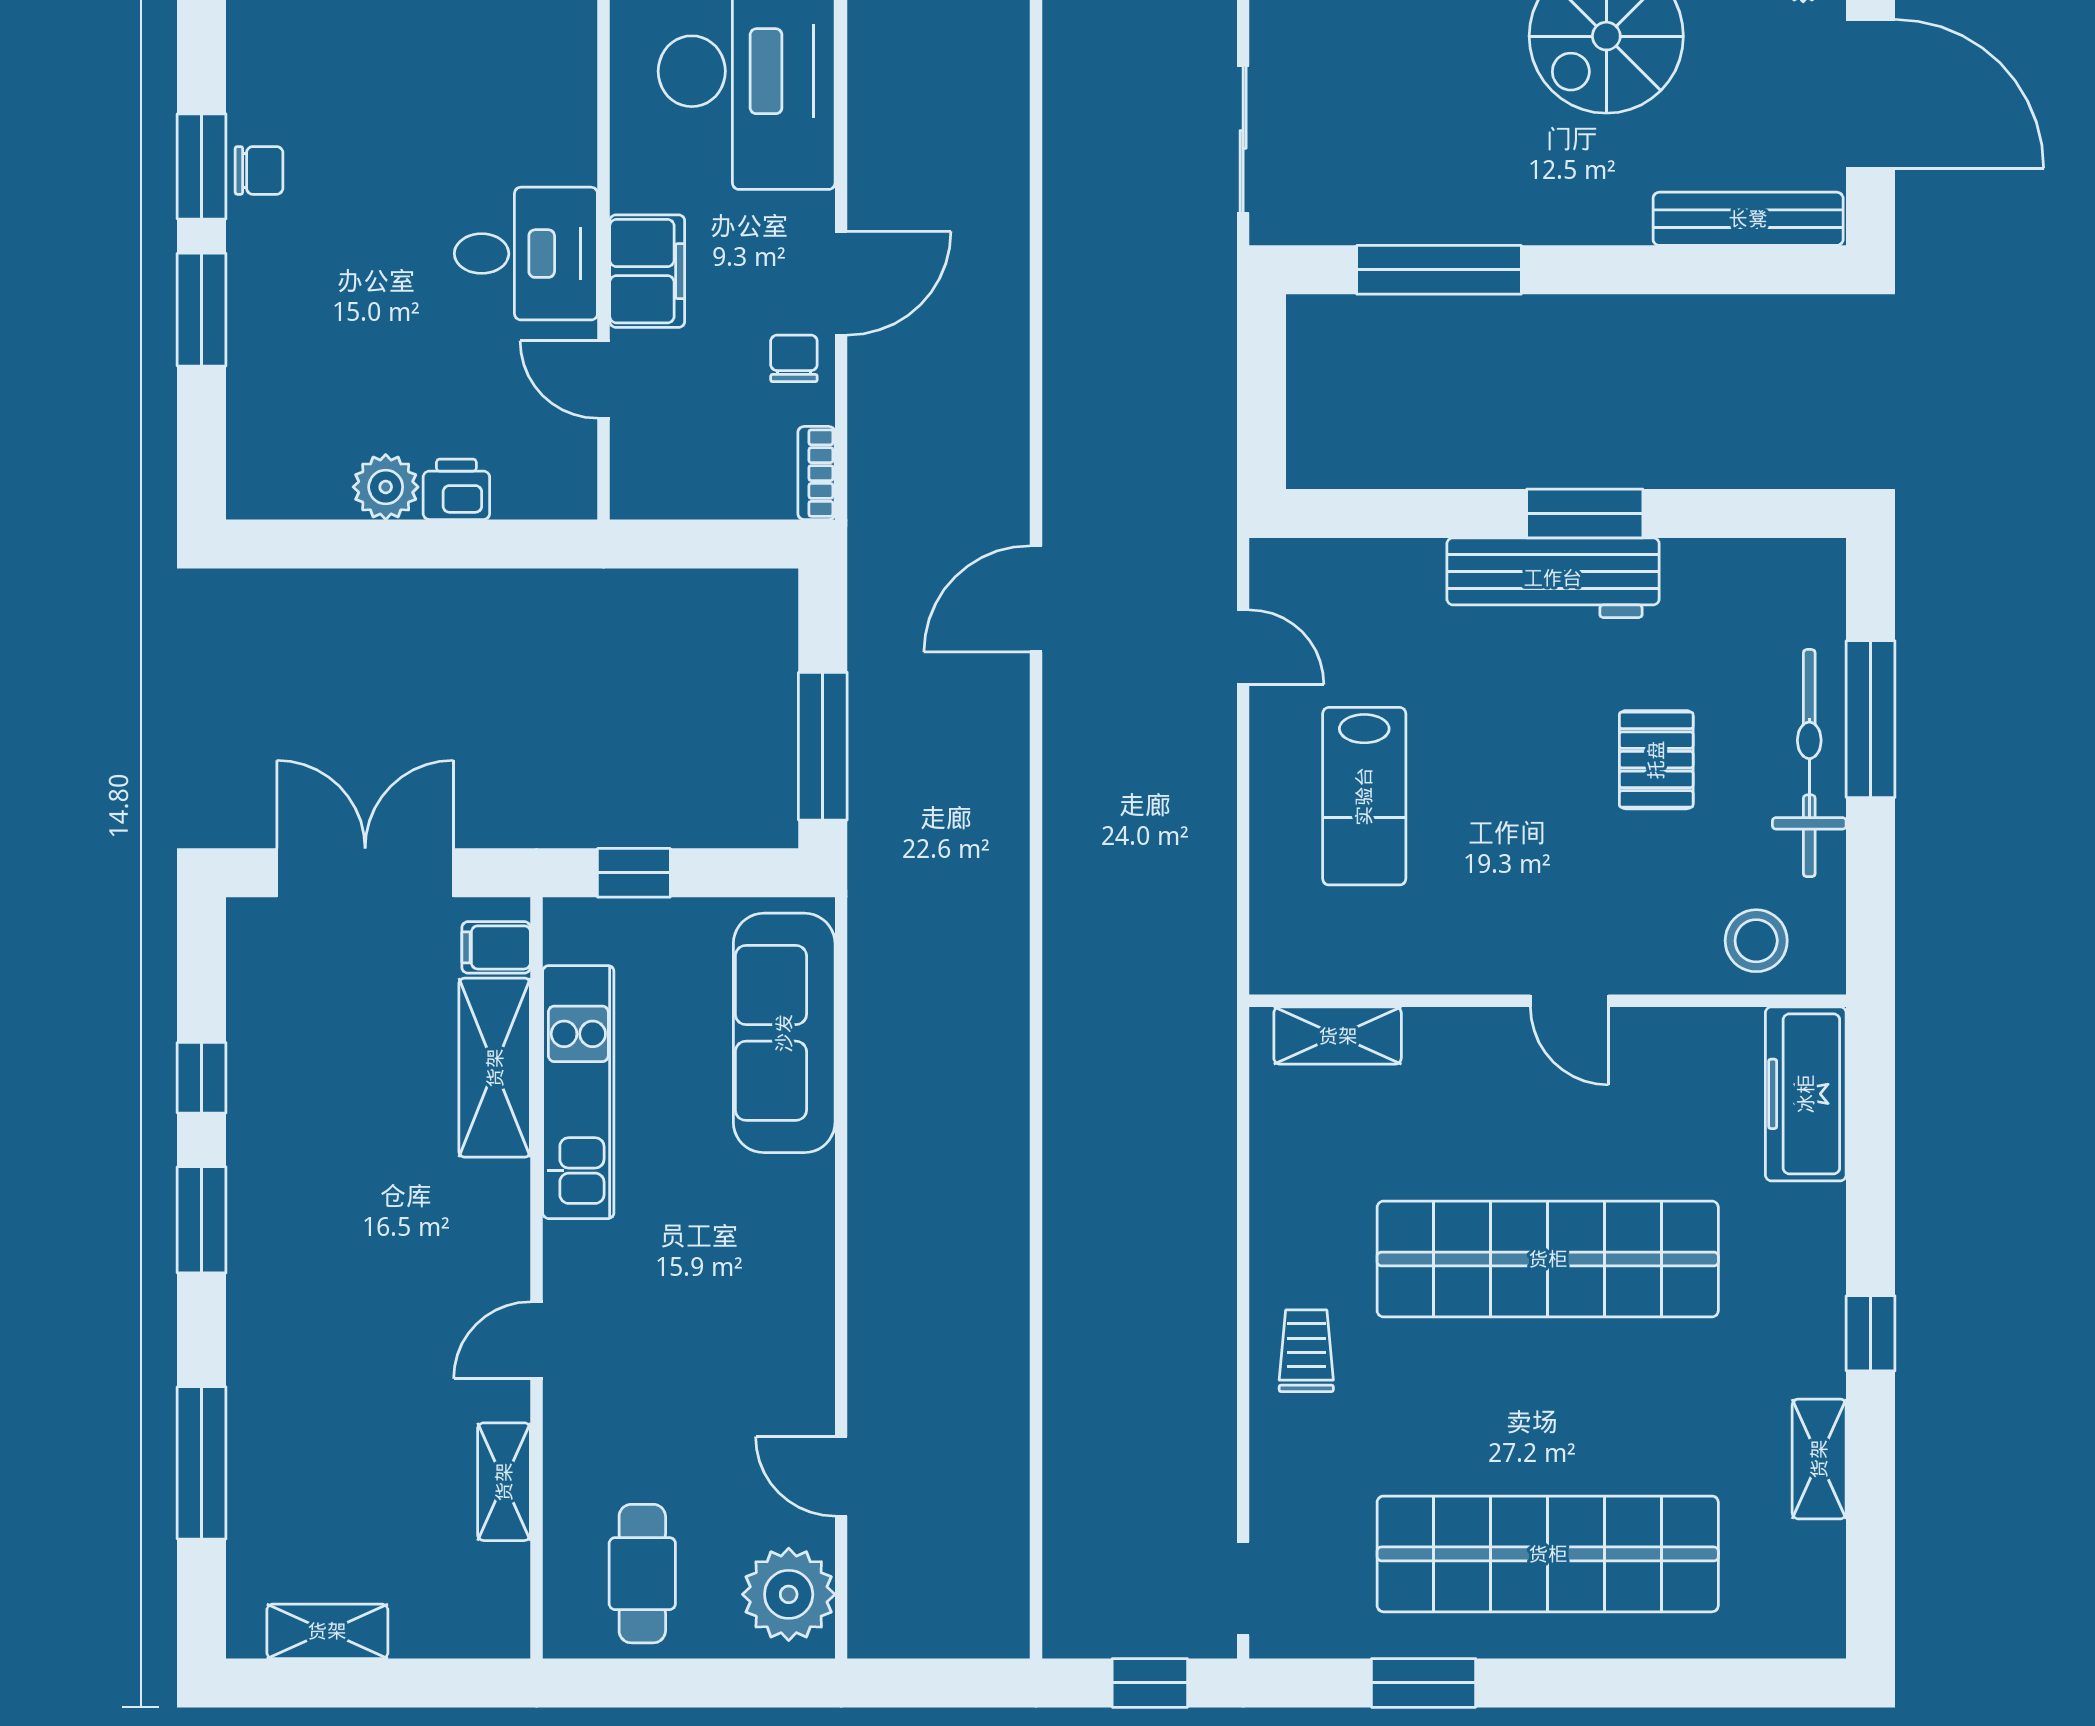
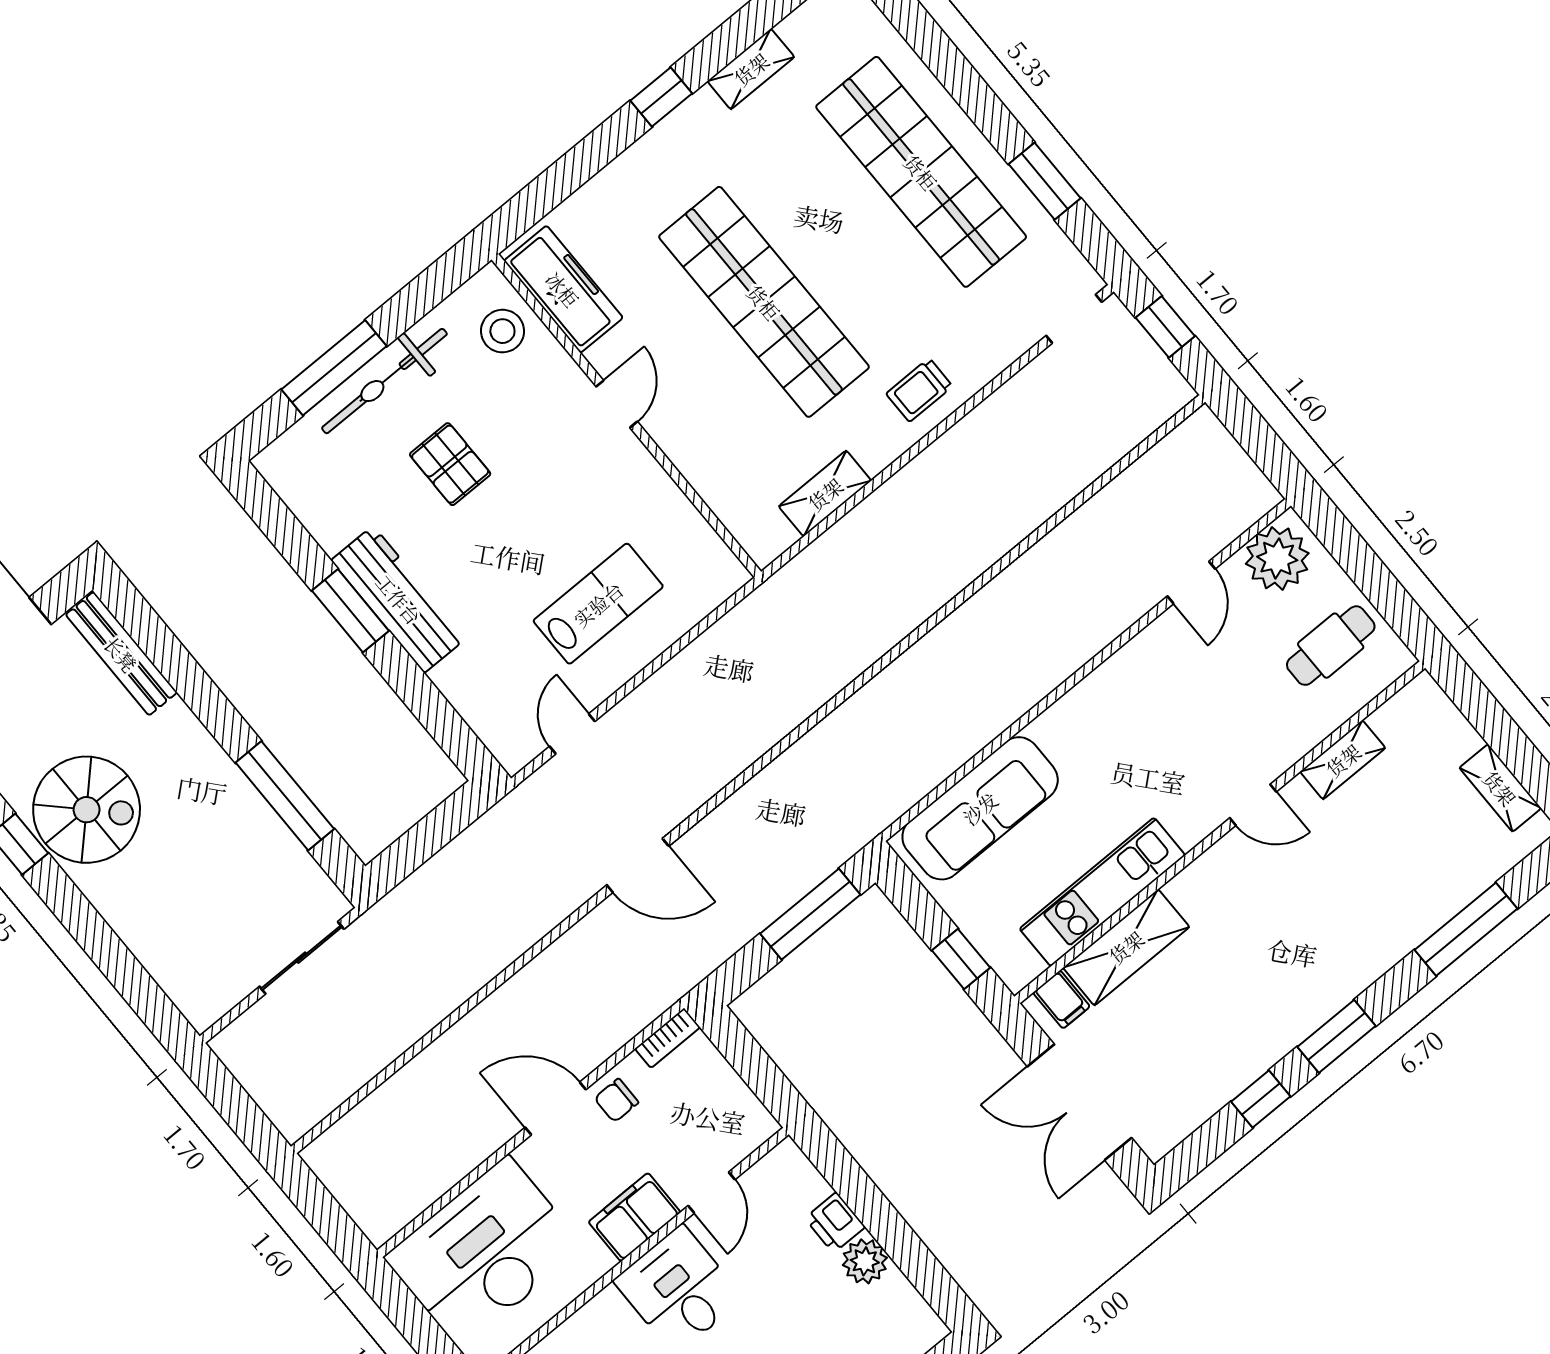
pallet: (1656, 760) -> (450, 464), turned 90
shelving: (1338, 1036) -> (825, 494), moved, turned 90
freezer: (1806, 1094) -> (563, 289), moved, turned -90

